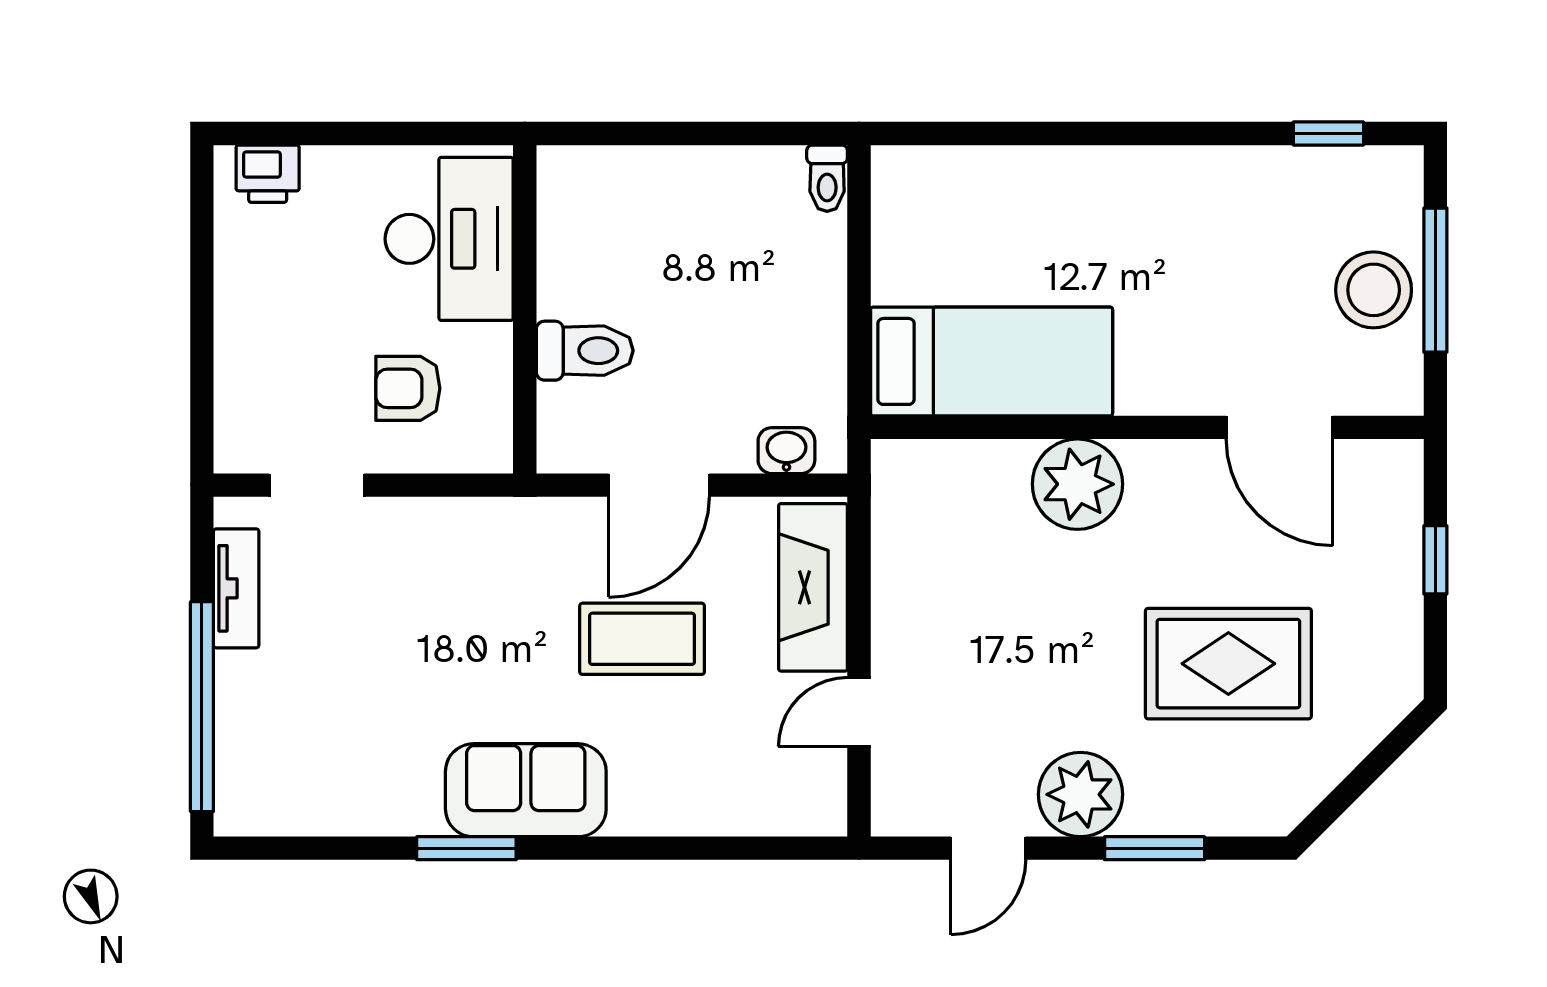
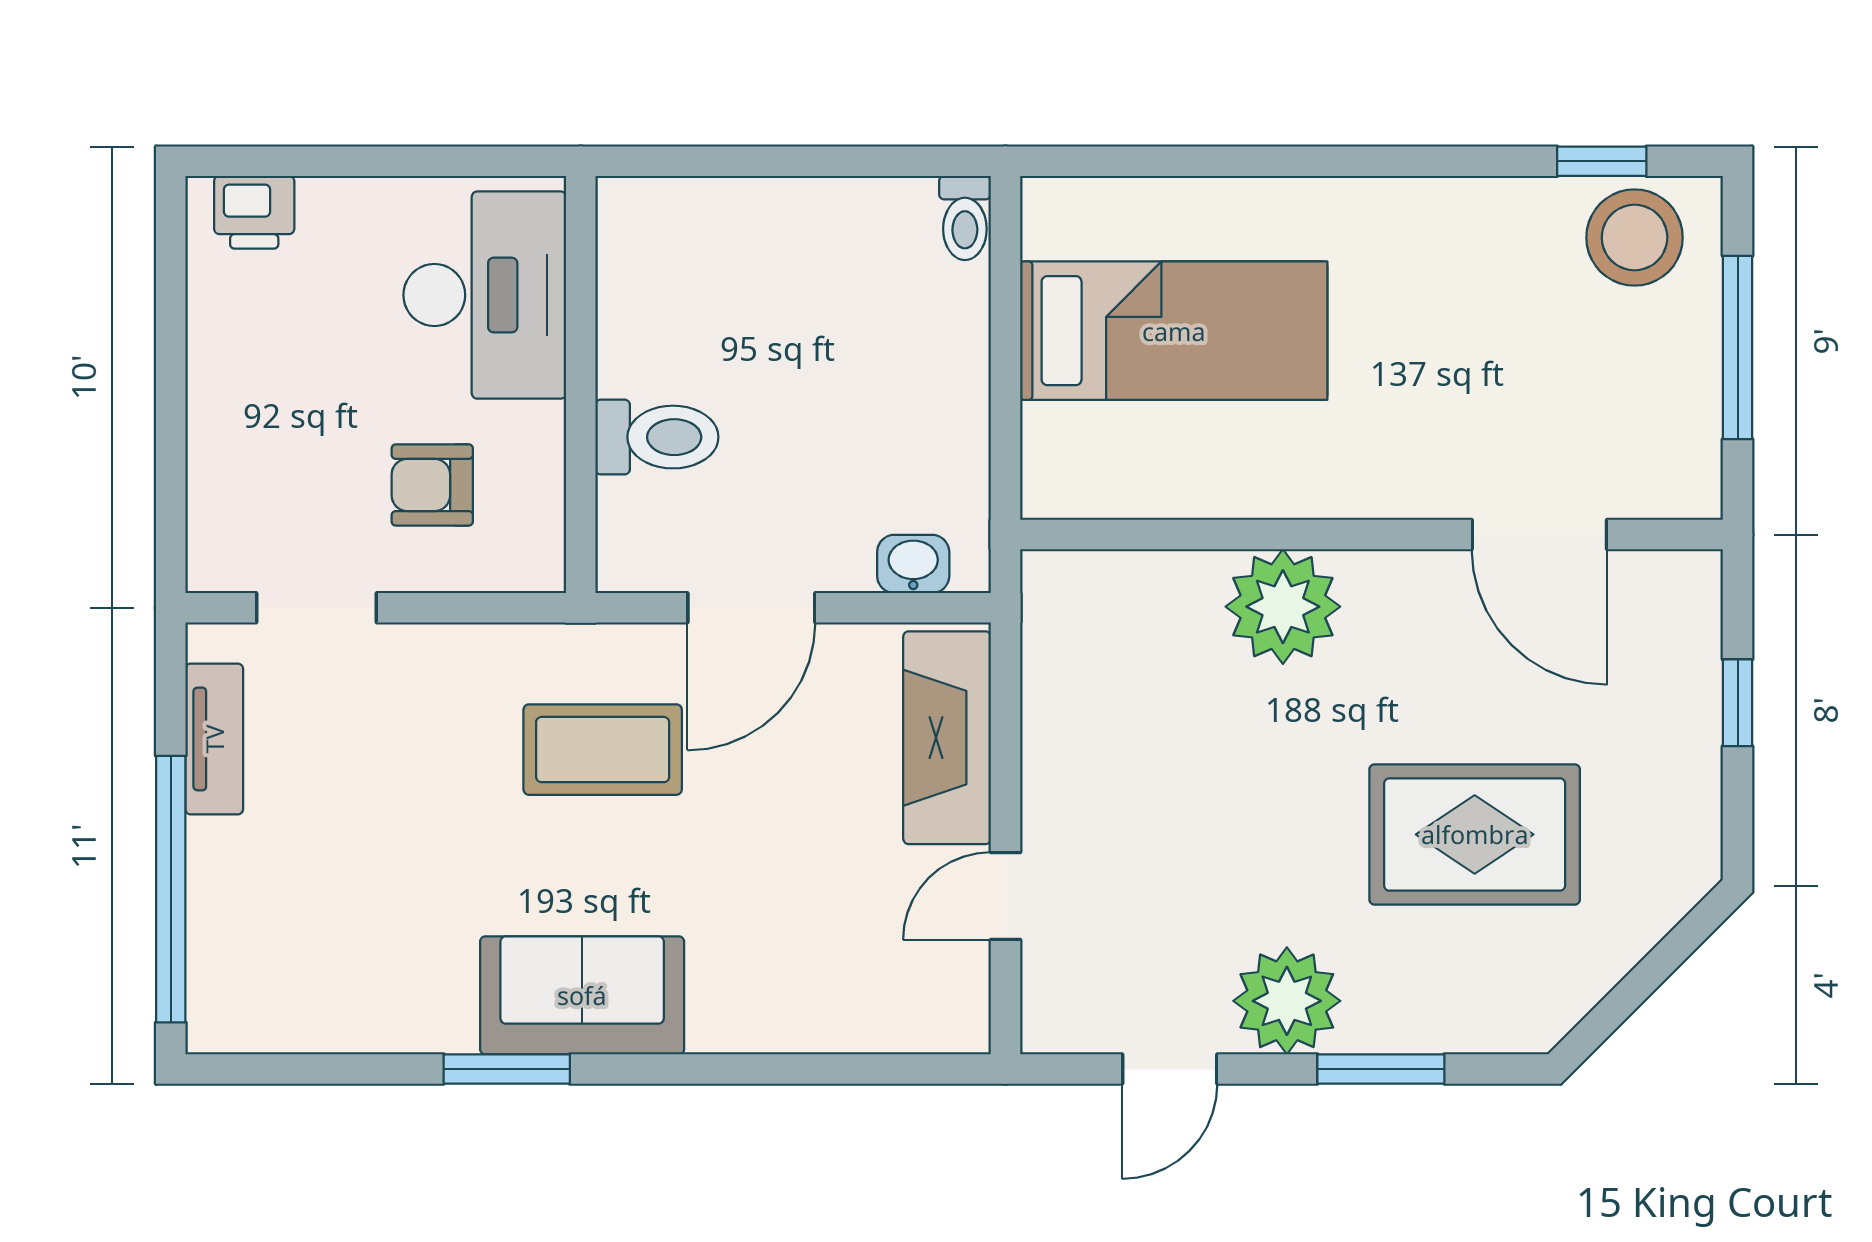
stool: (1374, 290) -> (1635, 238), moved
bed: (992, 361) -> (1174, 331), moved
coffee table: (642, 639) -> (603, 750), moved

